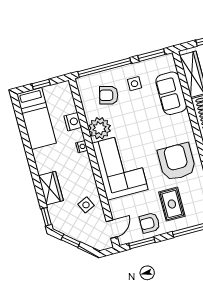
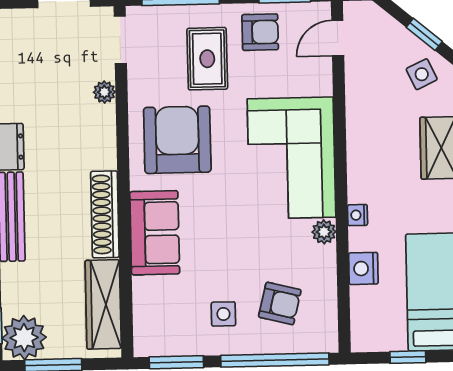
sofa: (171, 93) -> (155, 233), moved
plant: (100, 128) -> (324, 232), width x0.53, depth x0.53
armchair: (177, 162) -> (177, 140), turned 180
side table: (86, 205) -> (422, 74), moved

